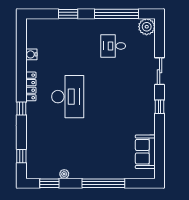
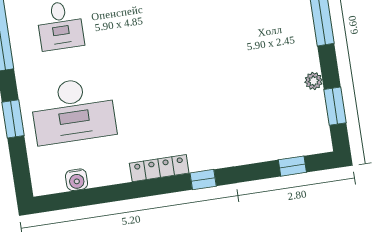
water cooler: (31, 54) -> (77, 180), moved
desk: (68, 97) -> (73, 111), moved, turned 180

